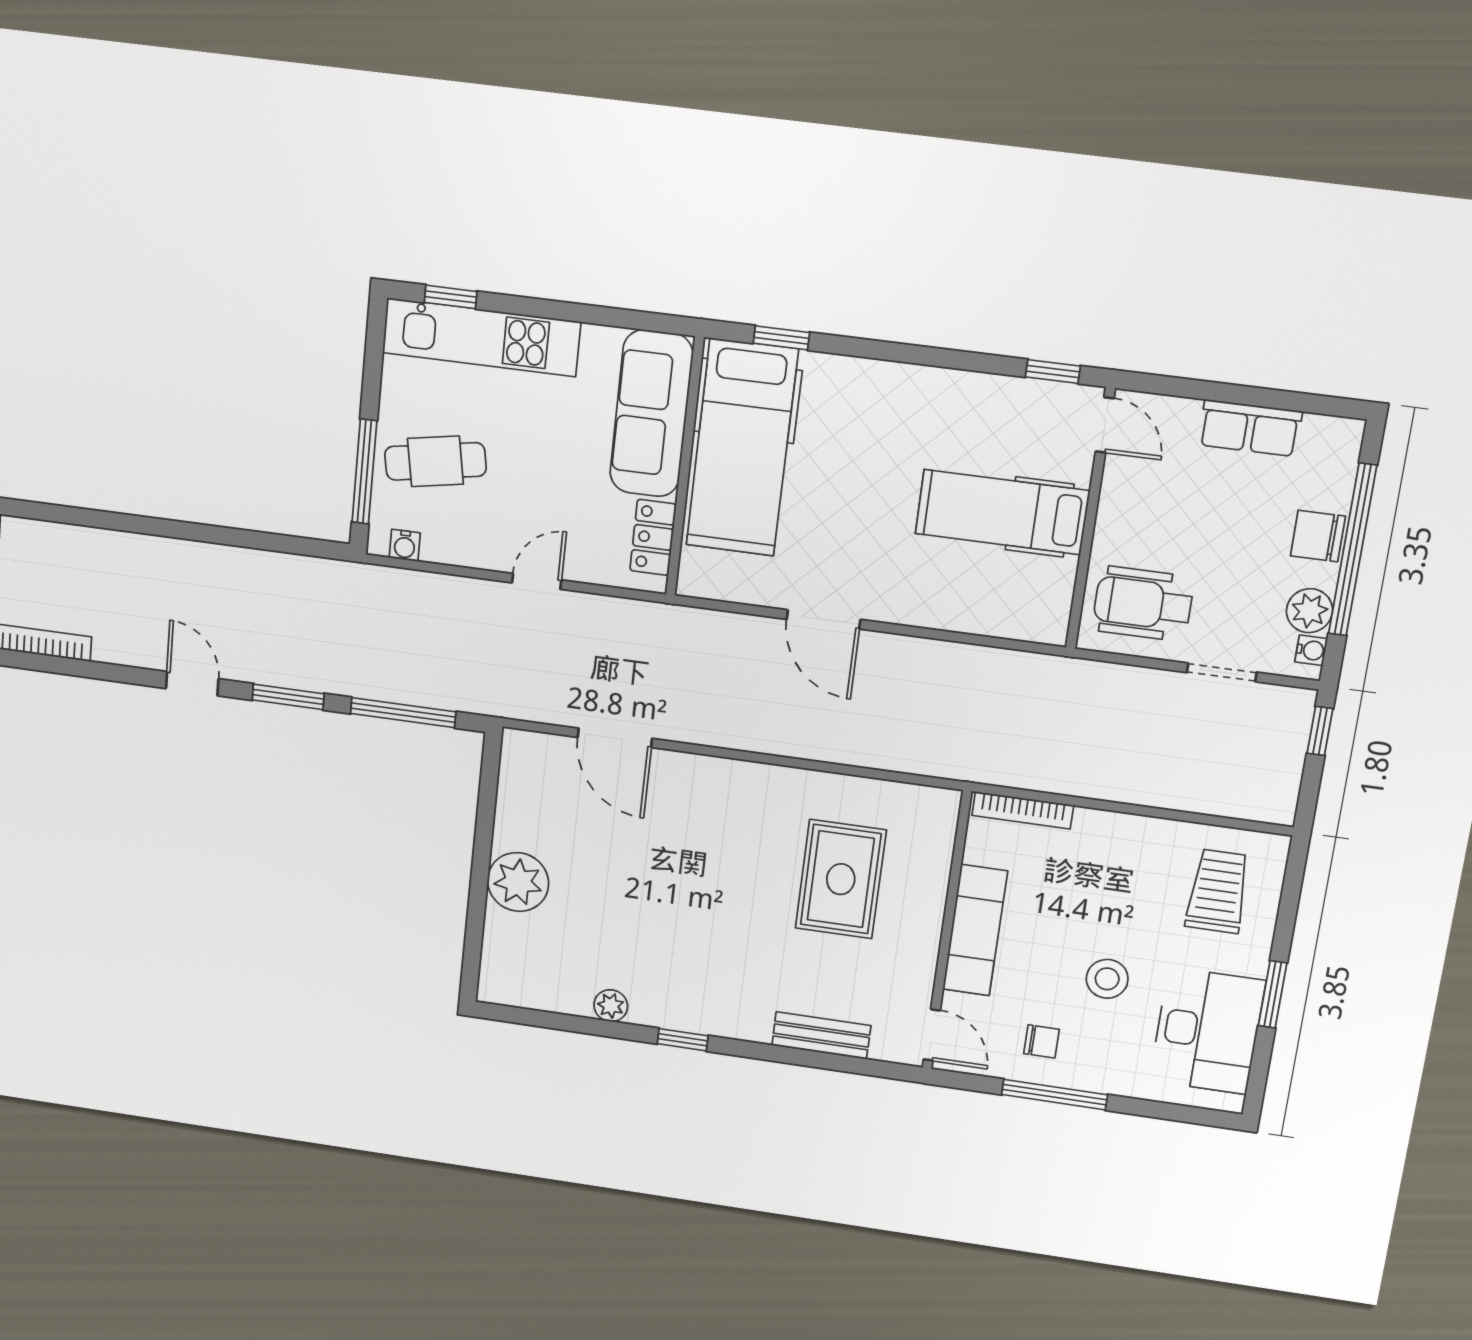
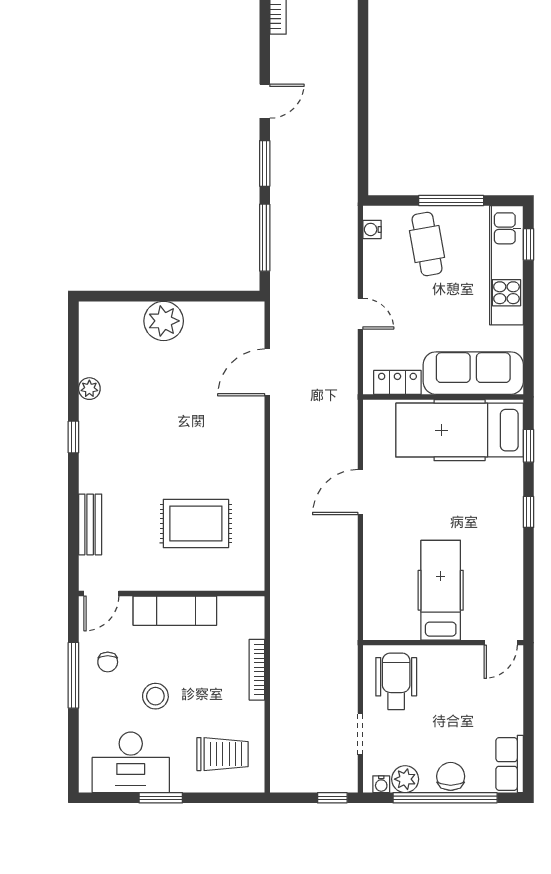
window: (1053, 371) -> (528, 512), moved
row of seats: (1250, 428) -> (510, 764), moved
window: (364, 472) -> (451, 200), moved
bookcase: (1023, 810) -> (257, 670), moved

